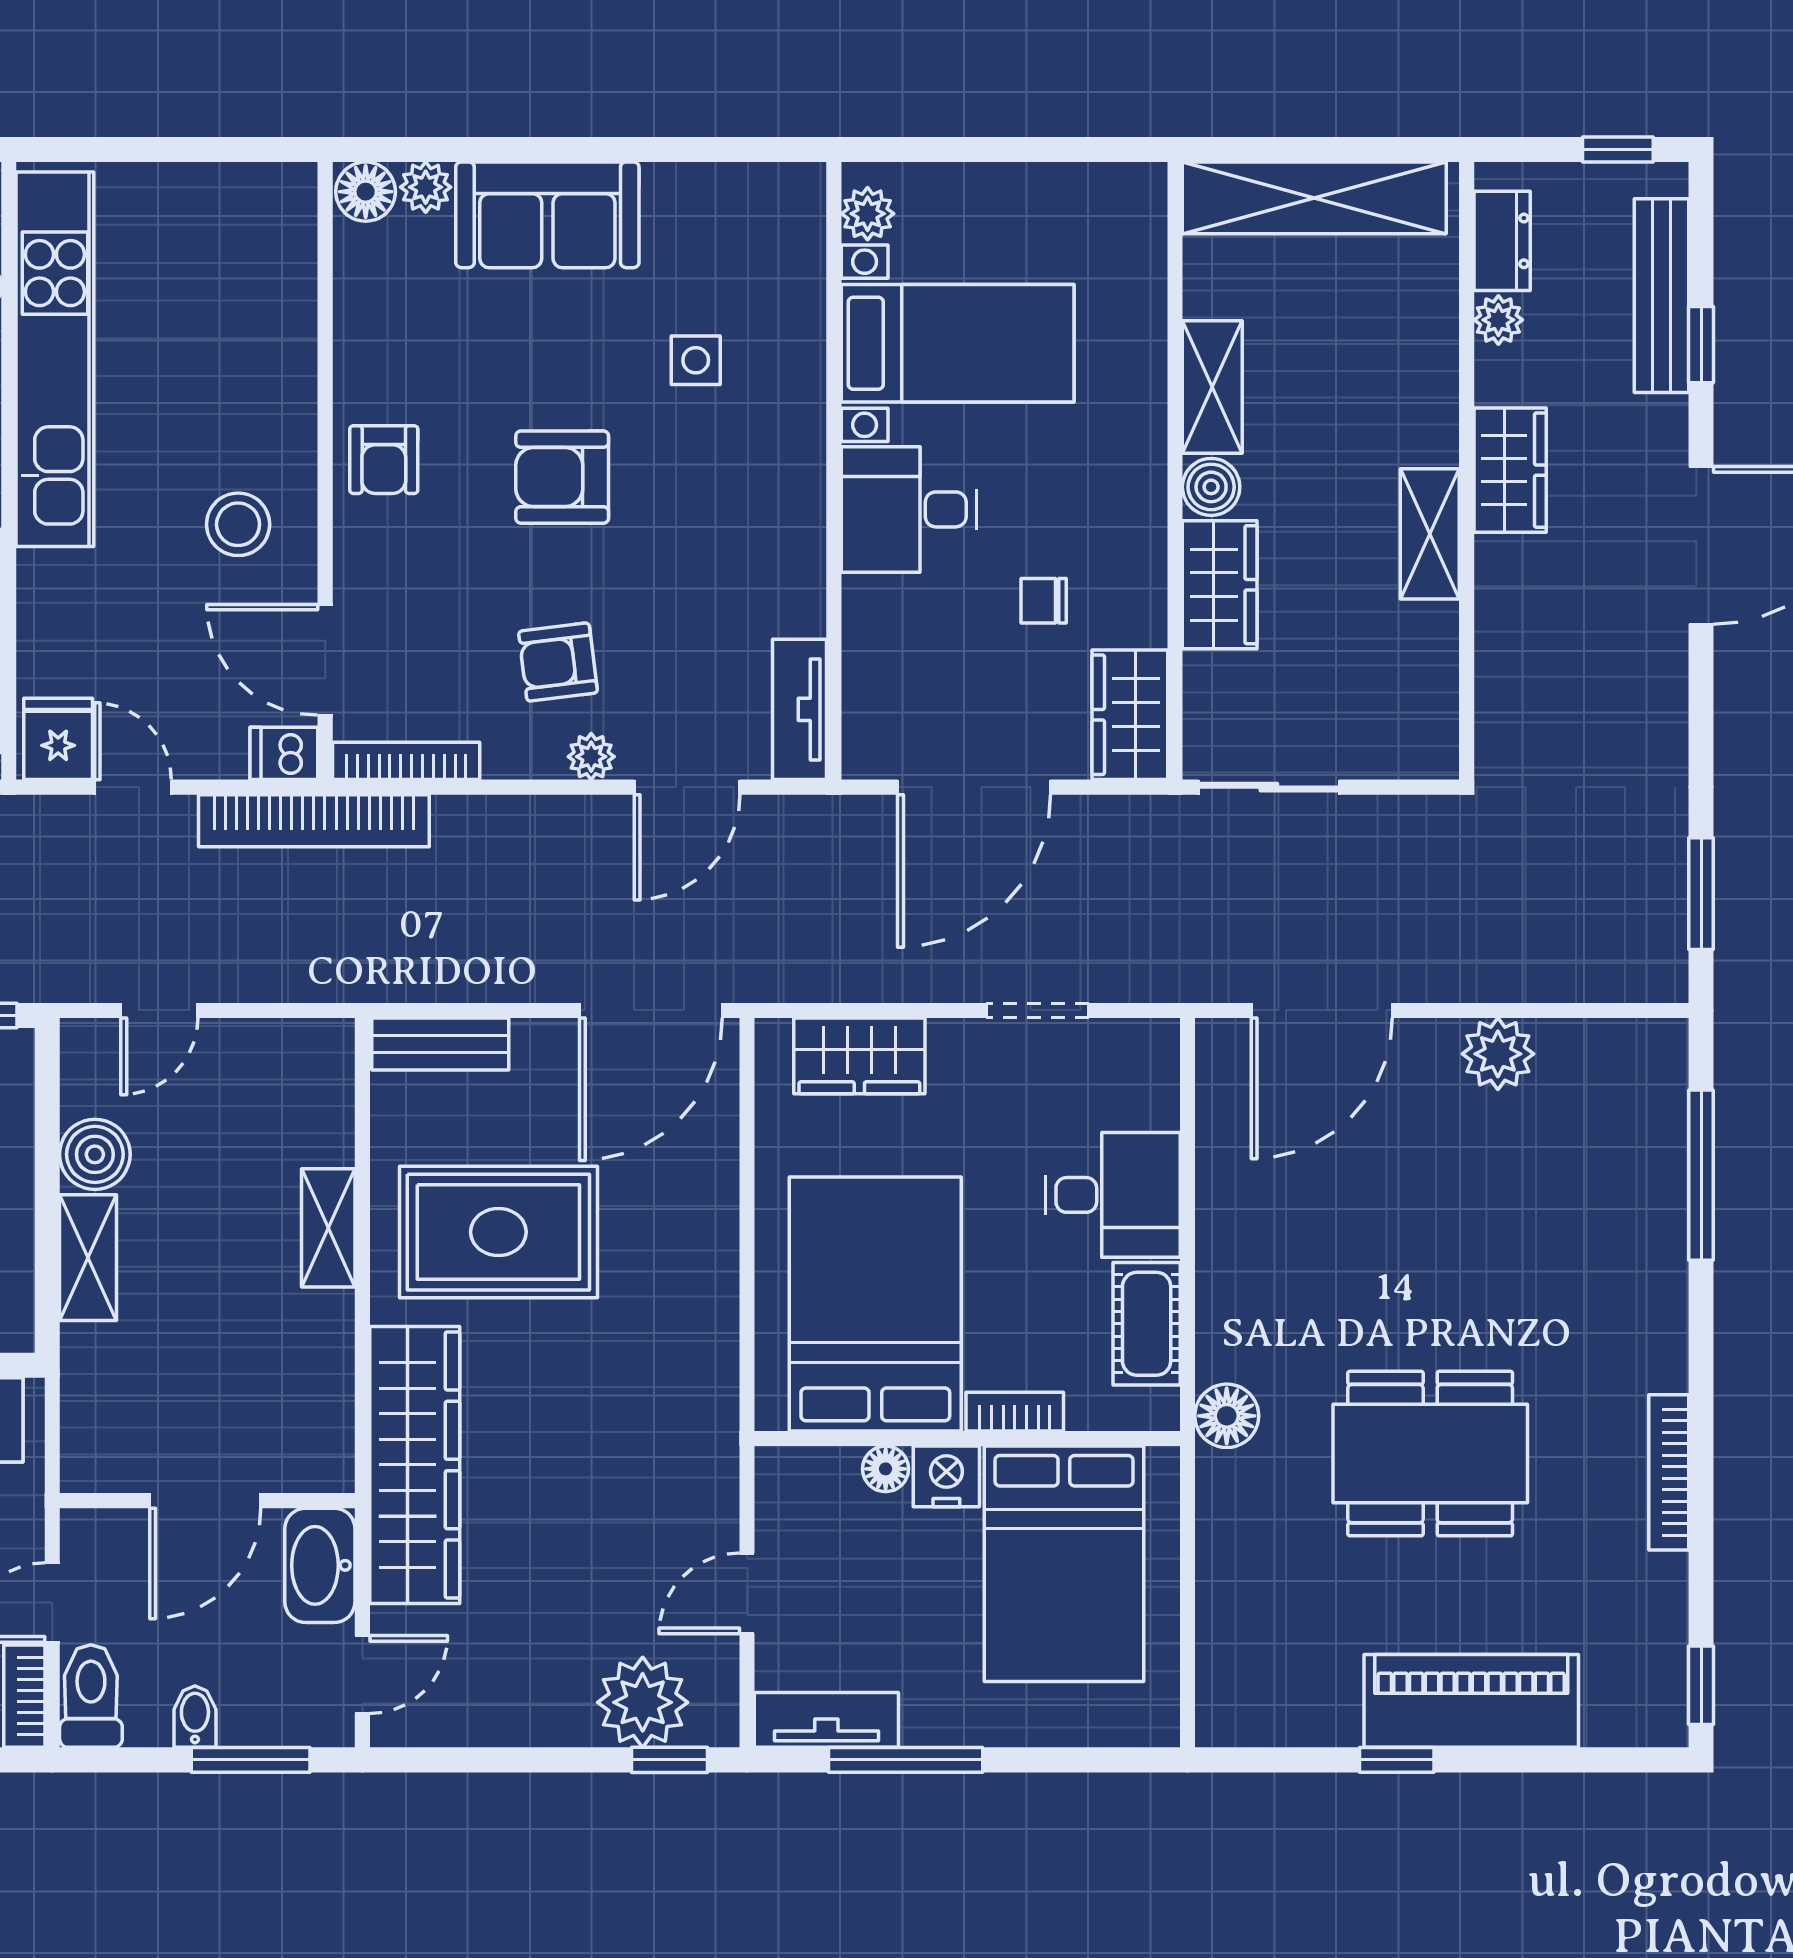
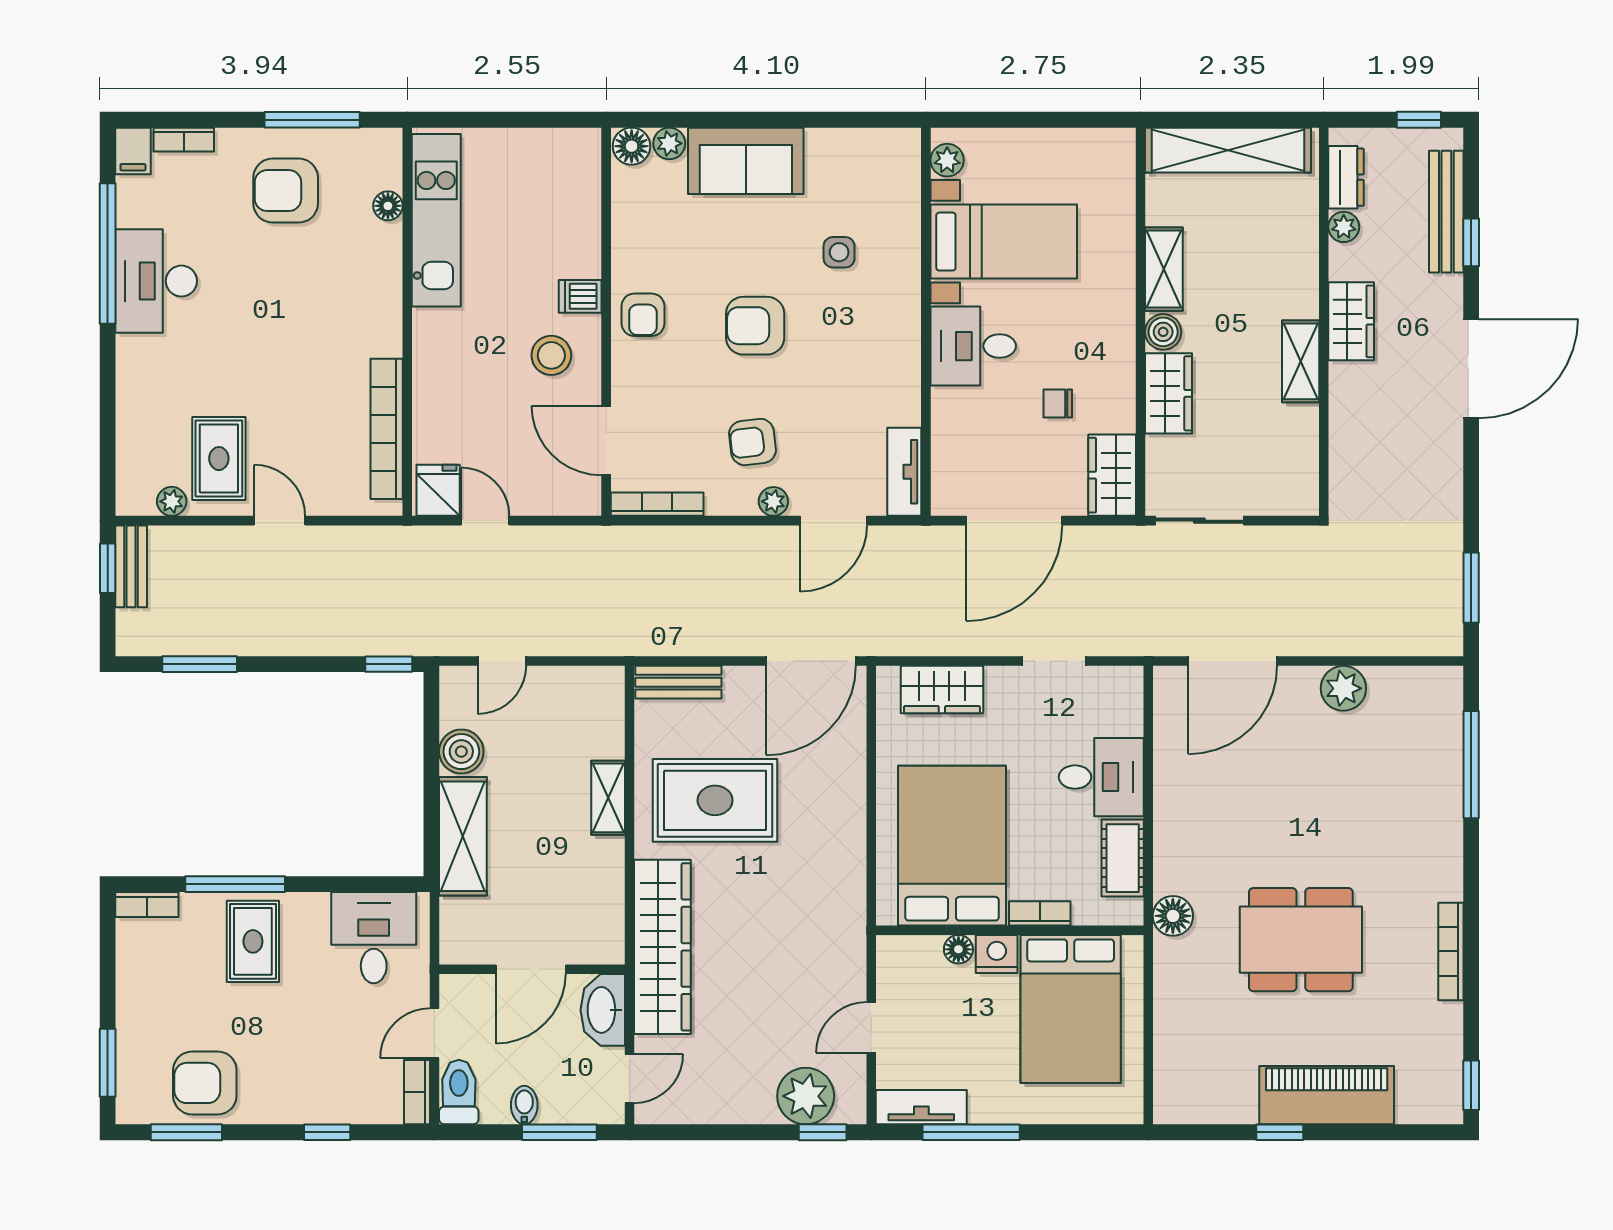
kitchen unit: (55, 359) -> (436, 220), width x0.73
dishwasher: (284, 753) -> (580, 296), moved
bookcase: (314, 821) -> (599, 542), removed
shelving: (88, 1258) -> (463, 836), width x1.50, depth x1.33

